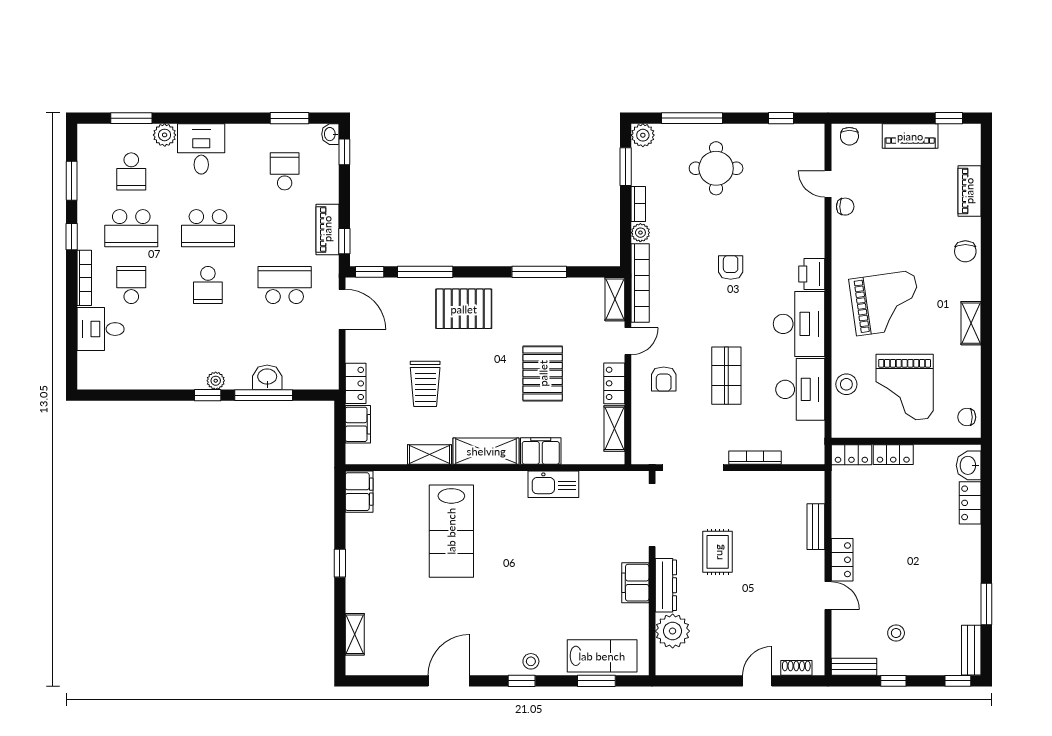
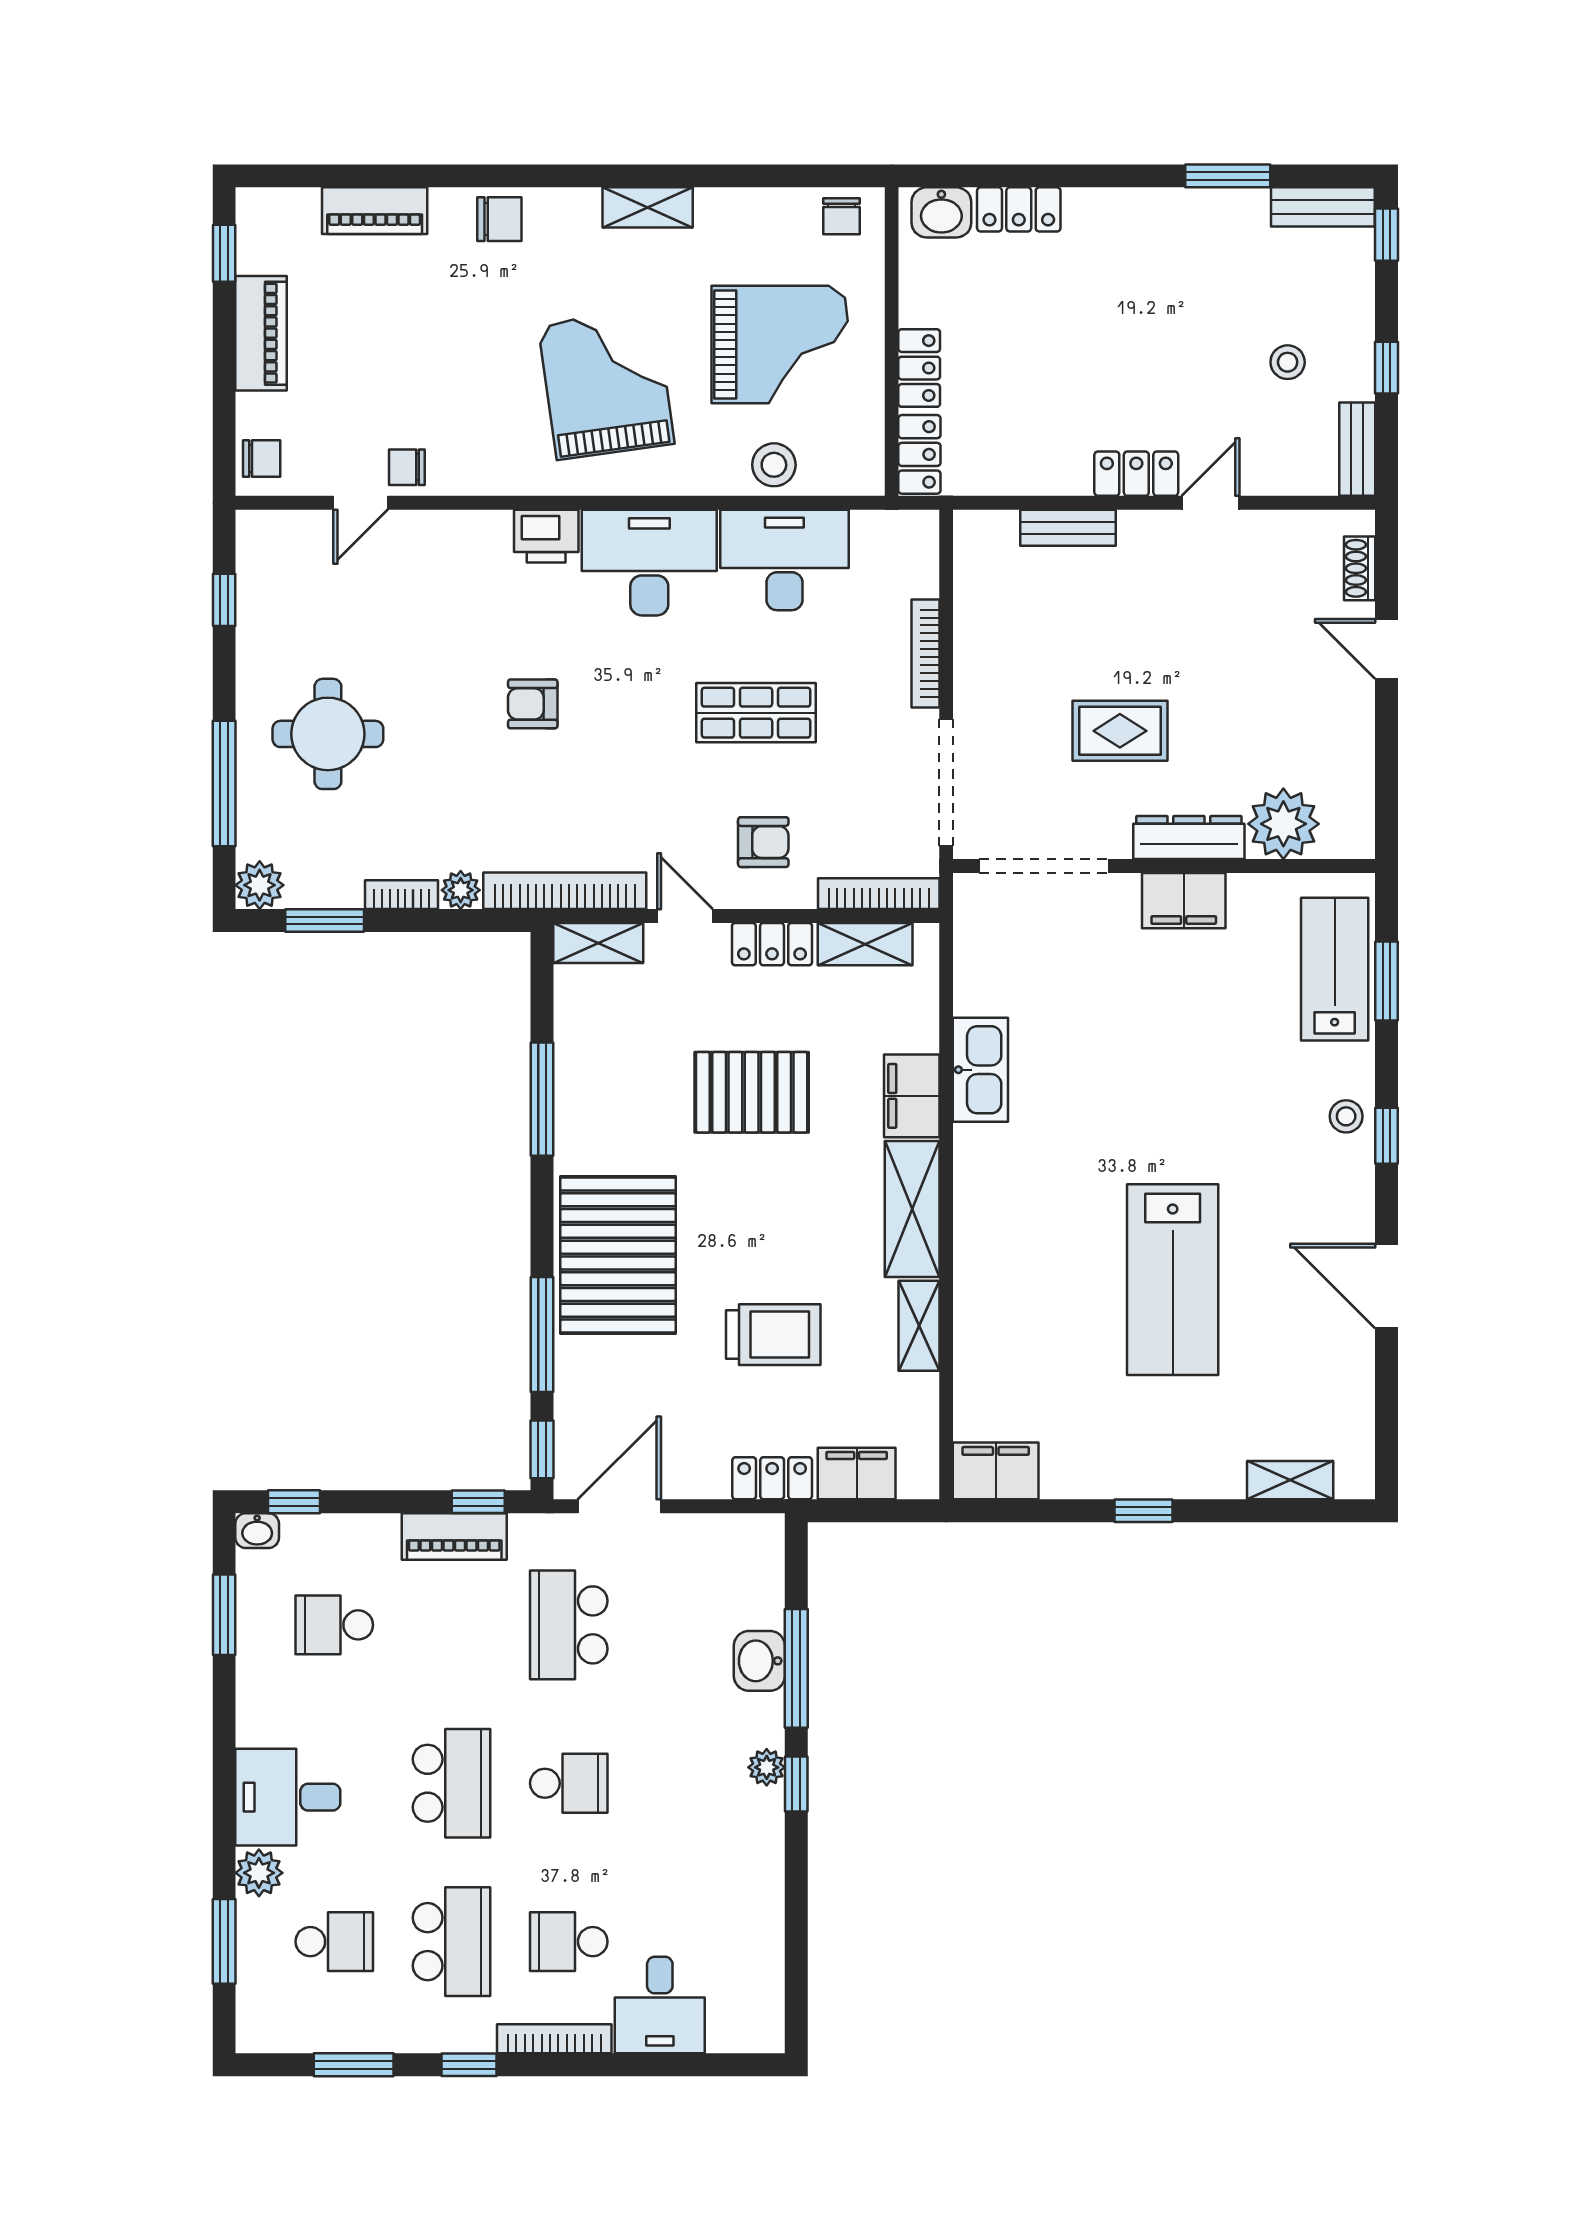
chair: (845, 207) -> (407, 467), turned -90
pallet: (464, 309) -> (618, 1255), width x1.37, depth x1.41
bookcase: (639, 435) -> (879, 894), added
lab bench: (451, 531) -> (1173, 1280), moved, turned 90

